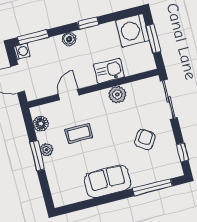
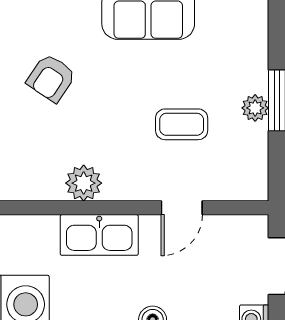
kitchen sink: (109, 71) -> (99, 235), width x1.38
floor lamp: (41, 124) -> (253, 164), removed

